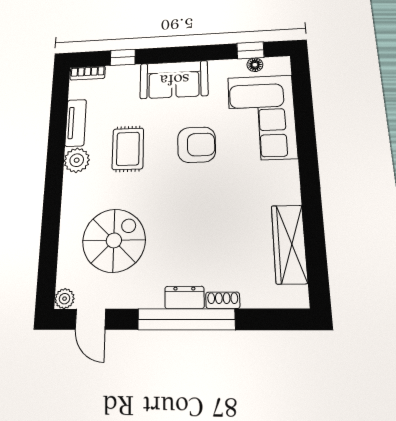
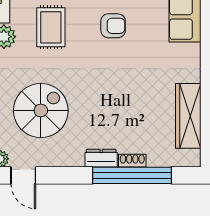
armchair: (197, 145) -> (113, 26), width x0.72, depth x0.72
window: (186, 319) -> (132, 175), moved

